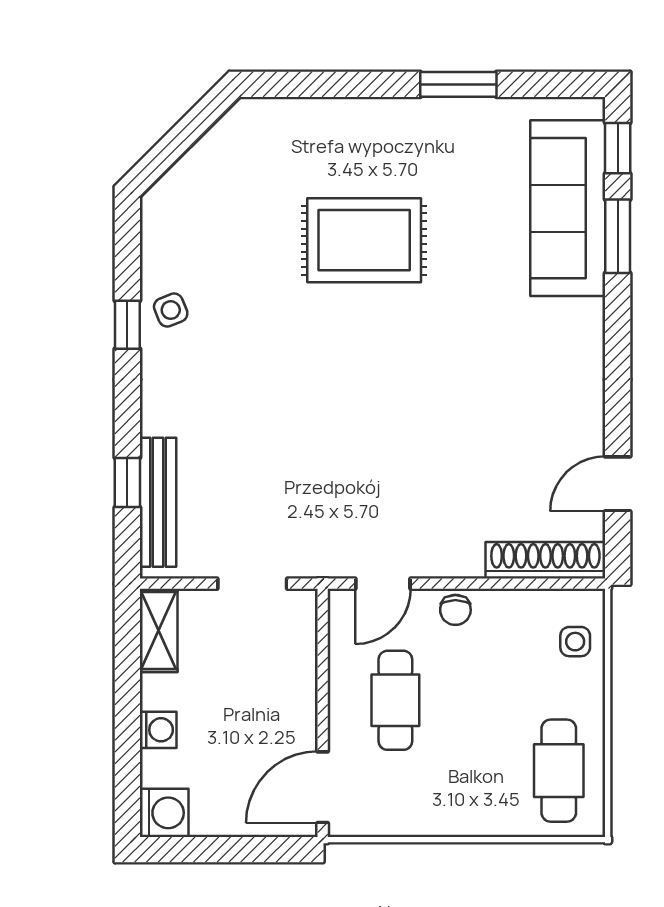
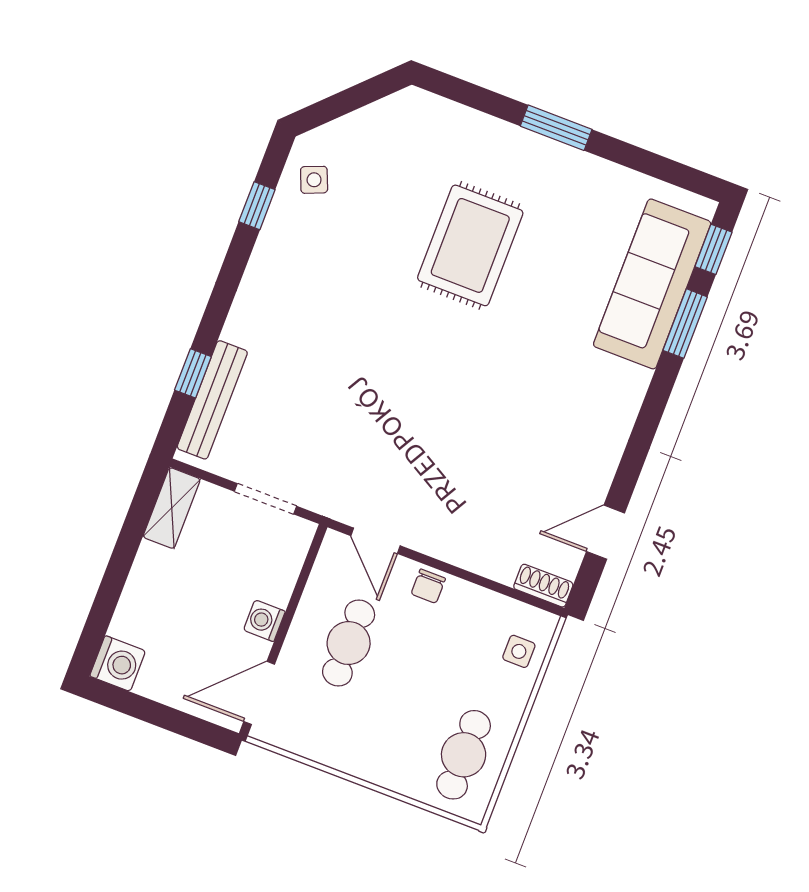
window: (458, 84) -> (556, 128), moved
rug: (364, 240) -> (470, 245), turned 90
side table: (171, 310) -> (314, 180), moved
window: (127, 325) -> (257, 206), moved
shoe rack: (545, 560) -> (543, 586), width x0.51, depth x0.81
door: (383, 584) -> (375, 541), hinge flipped
washing machine: (158, 730) -> (264, 621), moved, turned 180

